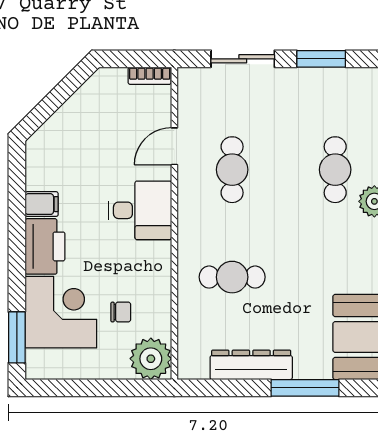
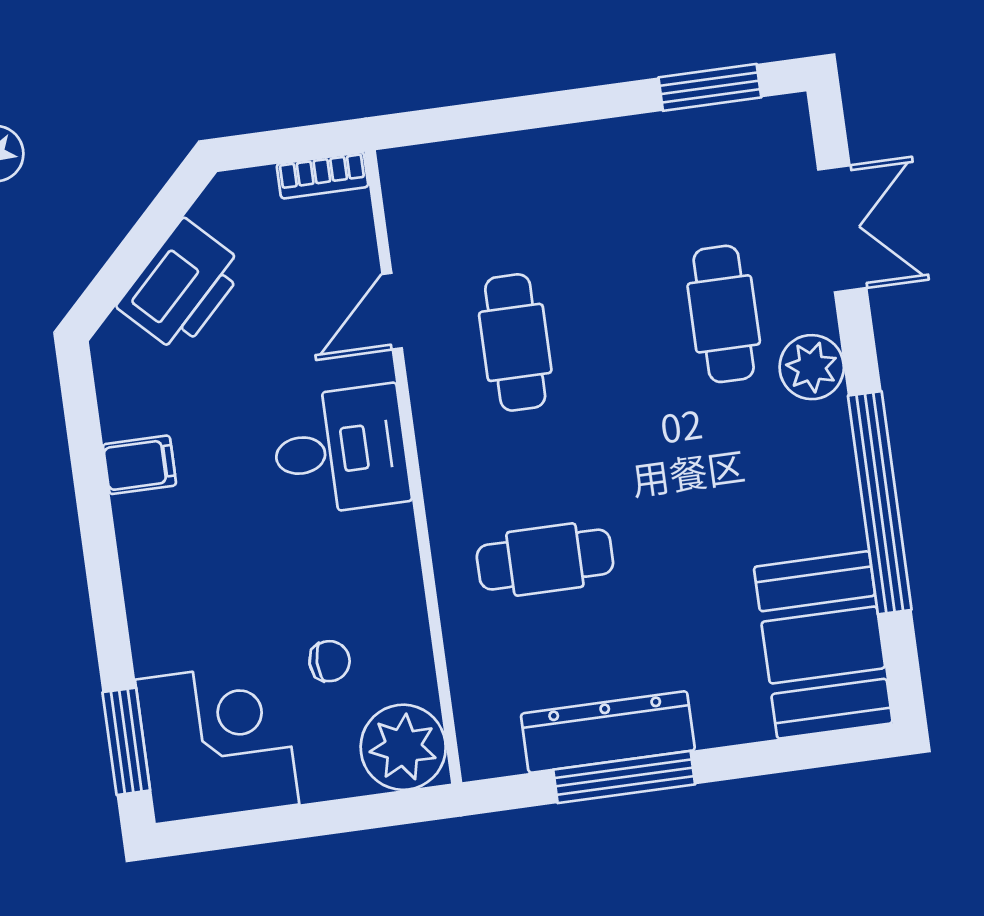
sliding door: (243, 59) -> (506, 115), removed
window: (321, 59) -> (710, 87), moved
printer: (45, 246) -> (182, 286), moved, turned 45
corner desk: (61, 312) -> (217, 742), moved
window: (305, 388) -> (624, 777), moved

